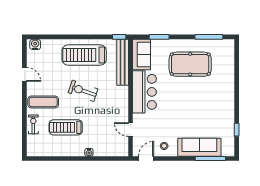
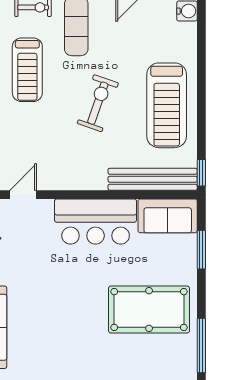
treadmill: (84, 55) -> (167, 105), turned 180
pool table: (190, 64) -> (149, 310), turned 90
treadmill: (66, 127) -> (27, 70), turned 180

